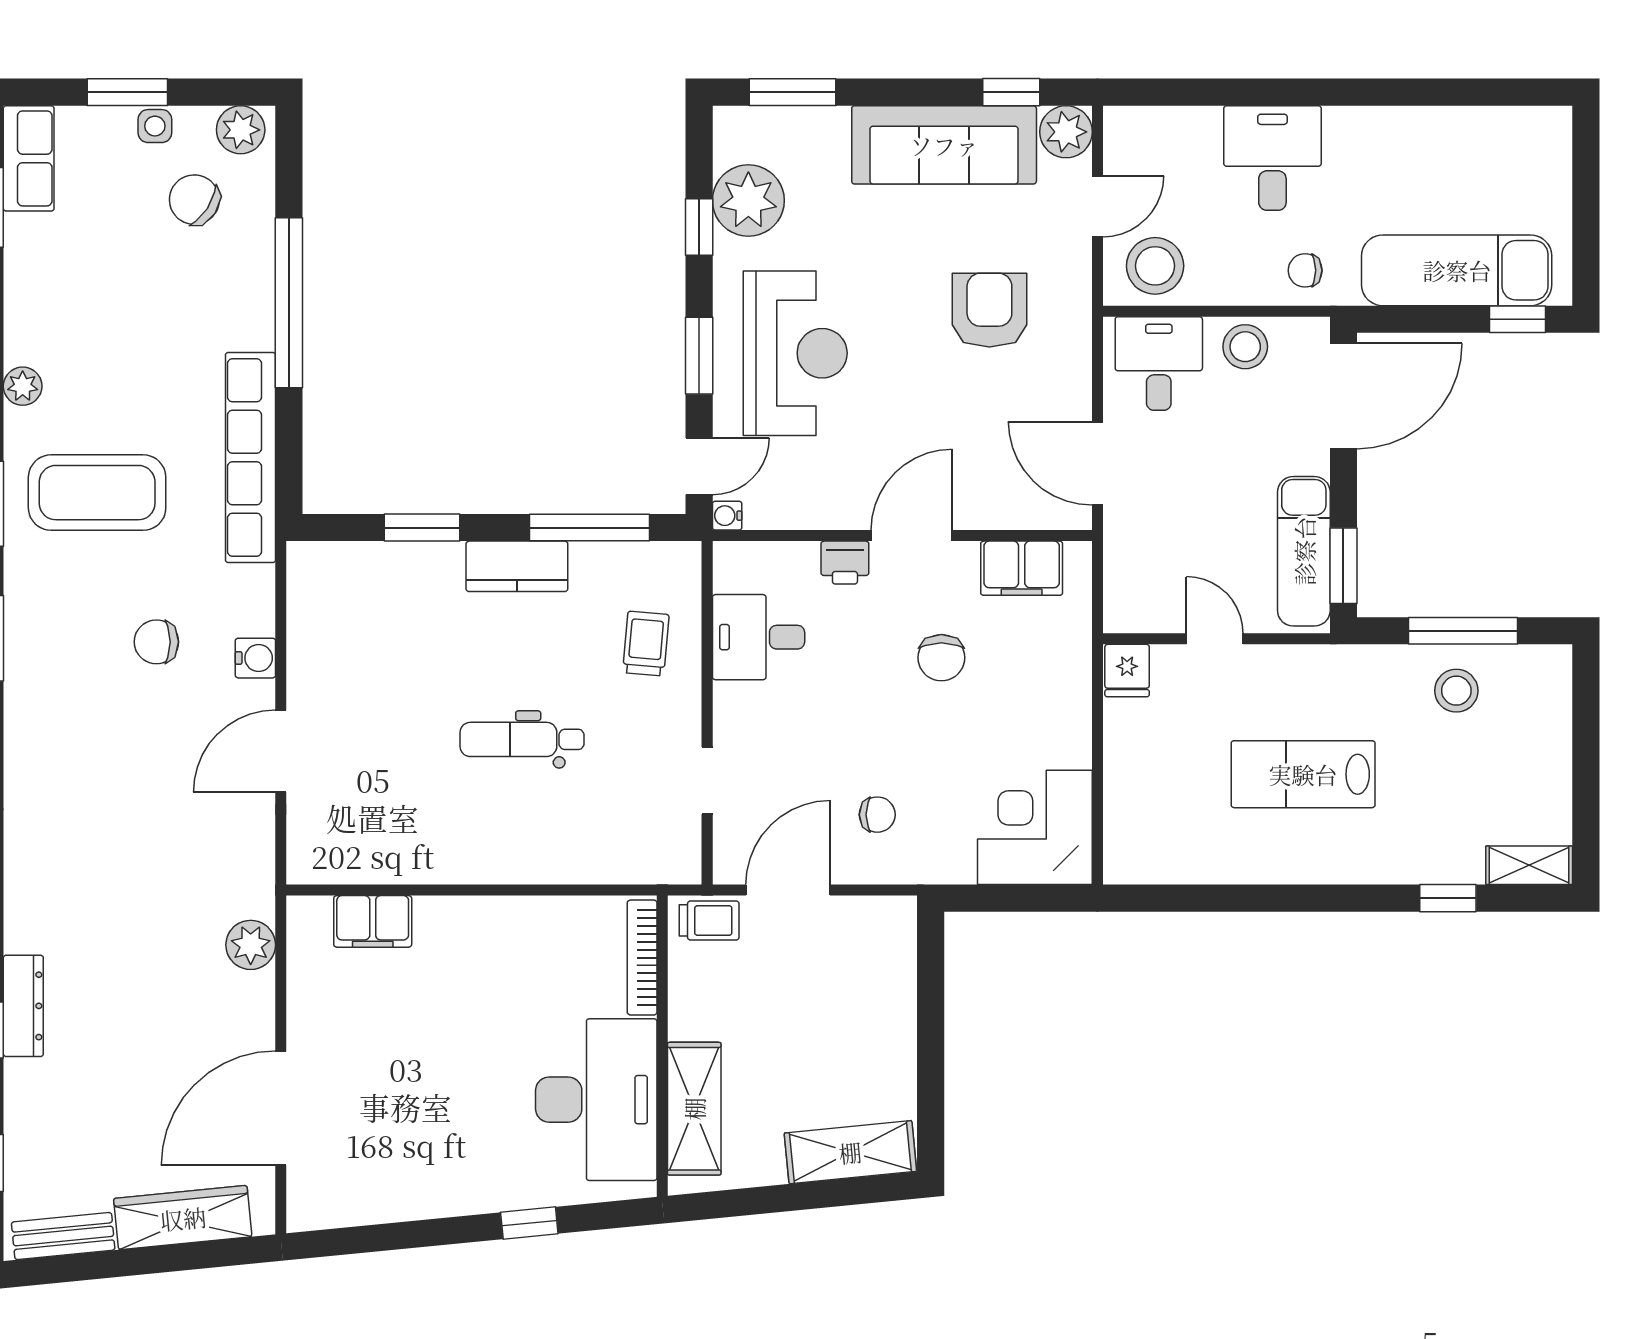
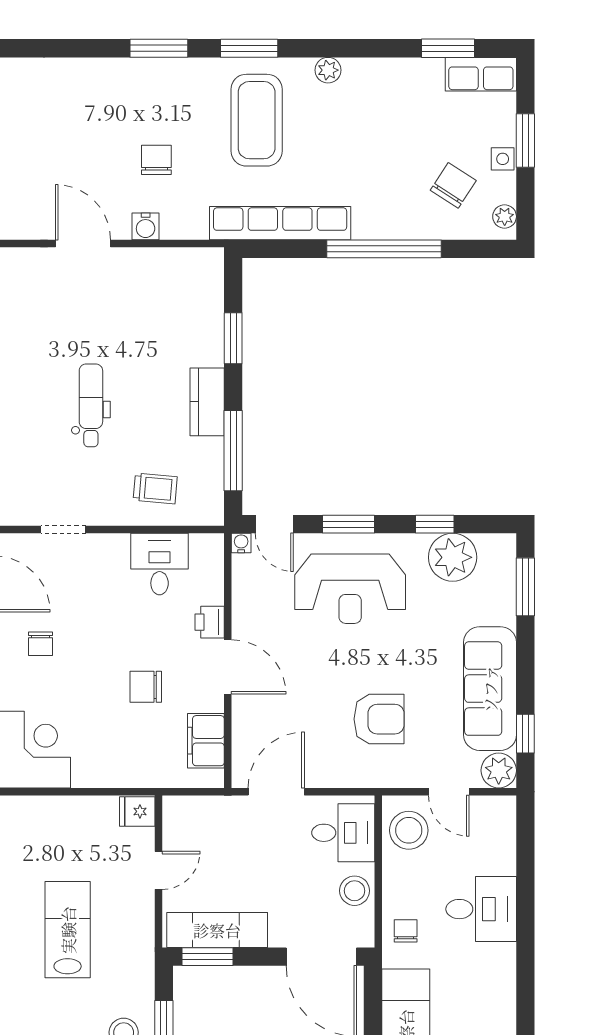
plant: (241, 130) -> (505, 216), width x0.73, depth x0.73

